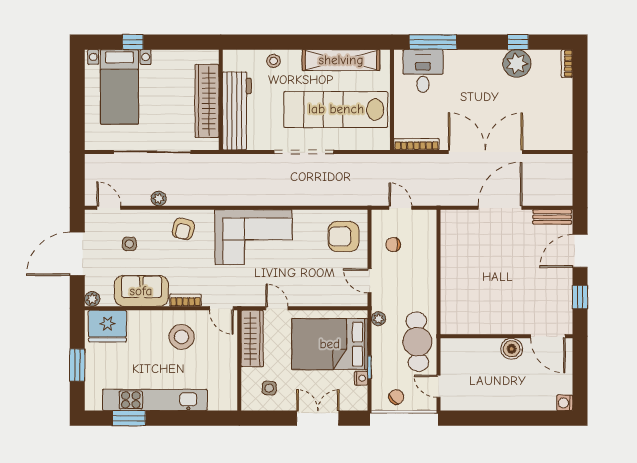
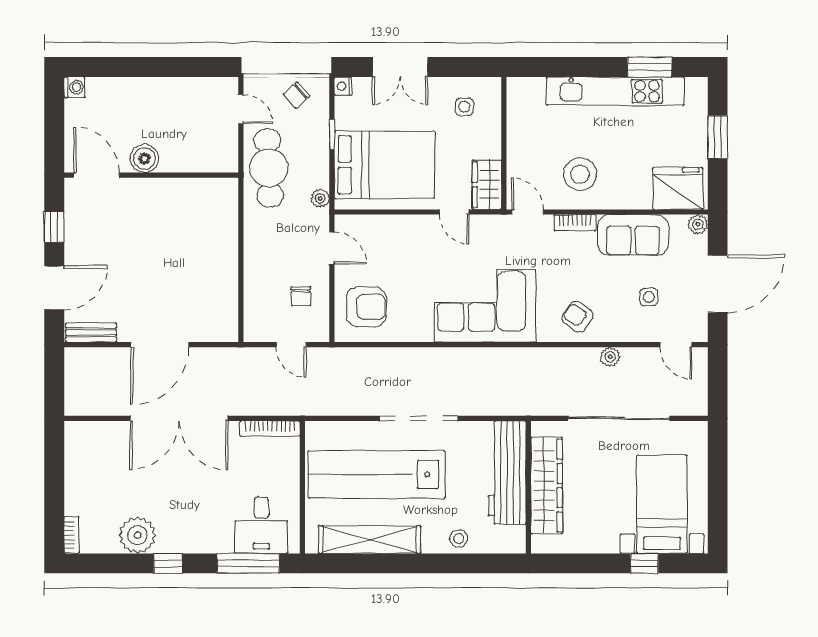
window: (518, 42) -> (168, 563), moved
lab bench: (336, 109) -> (377, 474), turned 180
armchair: (183, 229) -> (578, 317), turned -69
chair: (393, 245) -> (301, 296), turned 90
wardrobe: (252, 338) -> (487, 185), width x0.67
nightstand: (361, 378) -> (343, 86), moved

